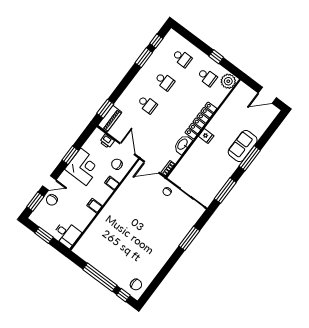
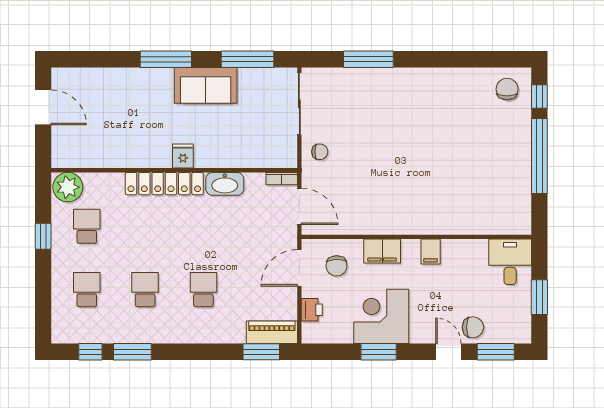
sofa: (243, 146) -> (206, 85), moved
filing cabinet: (112, 183) -> (382, 251), width x2.00

